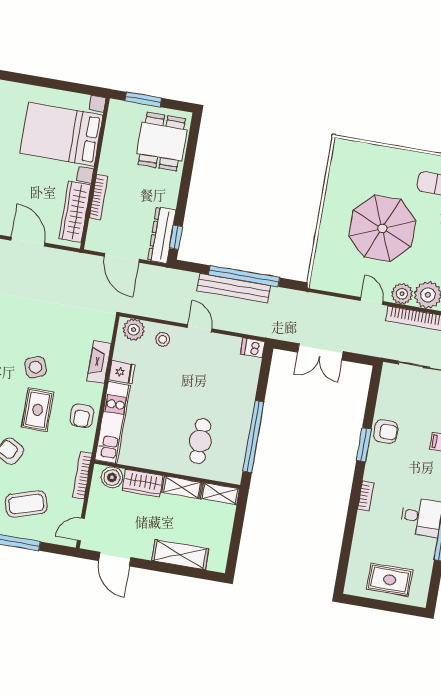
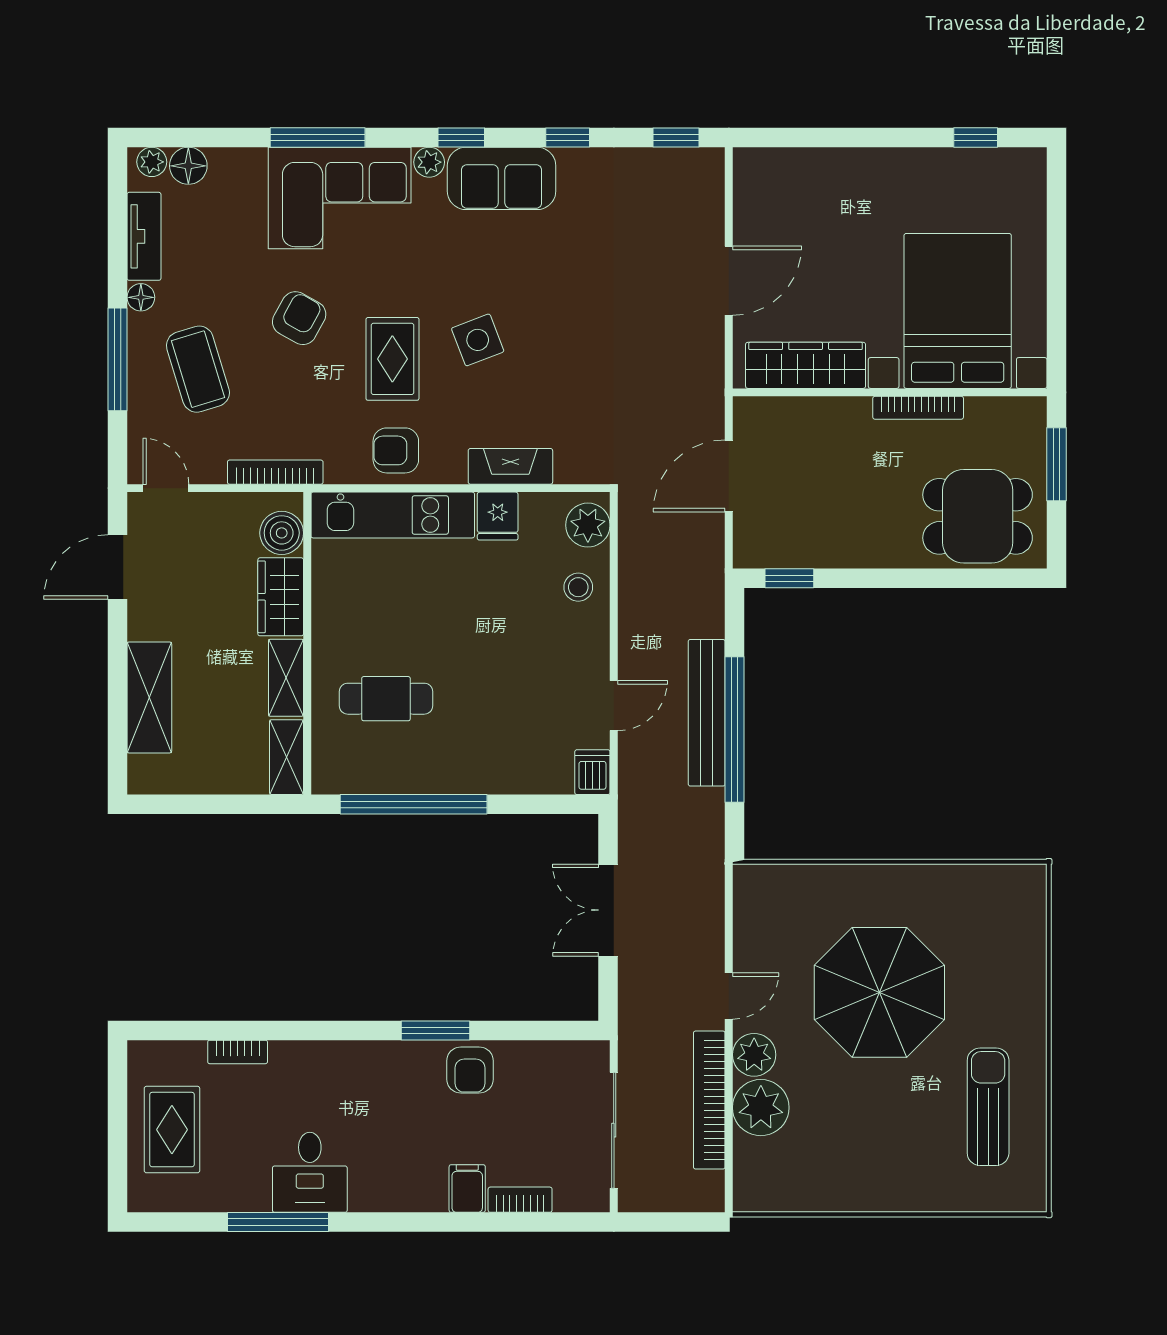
bookcase: (98, 197) -> (918, 408), moved
dresser: (162, 235) -> (789, 549), removed
door: (200, 328) -> (614, 706), moved
rug: (38, 410) -> (392, 359), turned 90
bookcase: (366, 496) -> (238, 1052), moved

